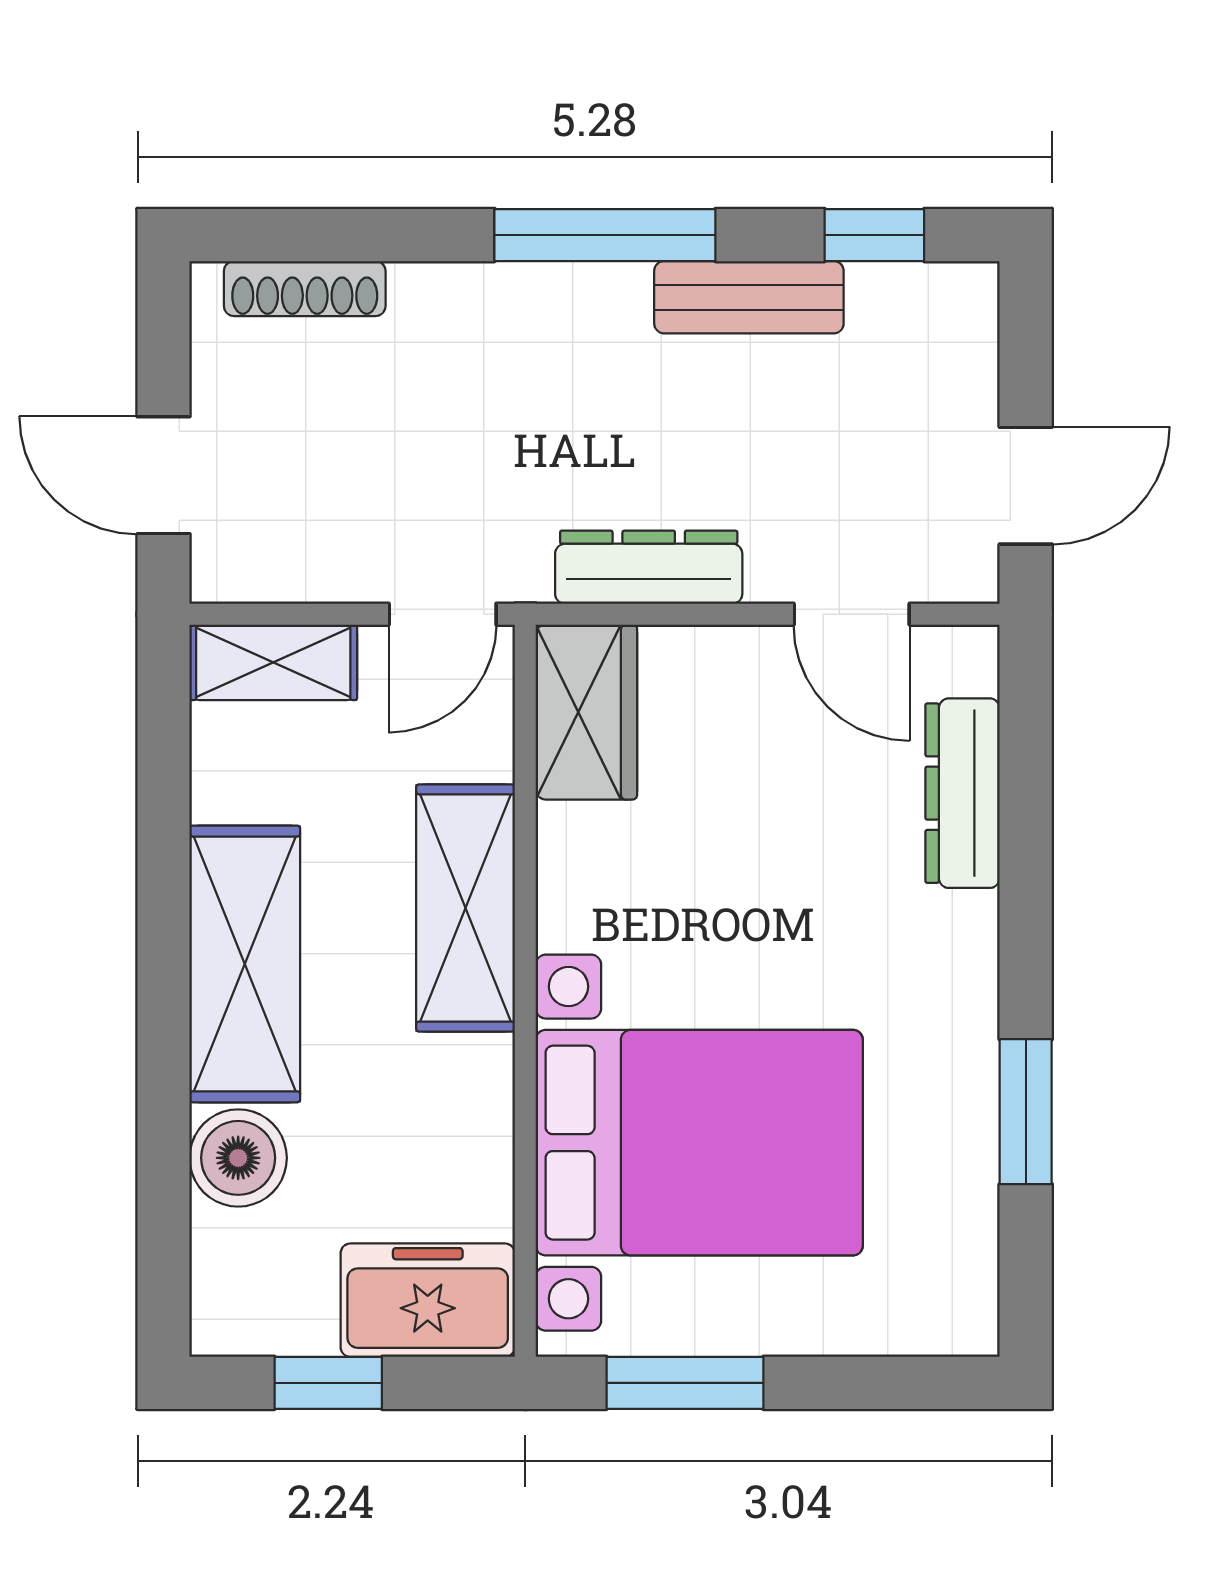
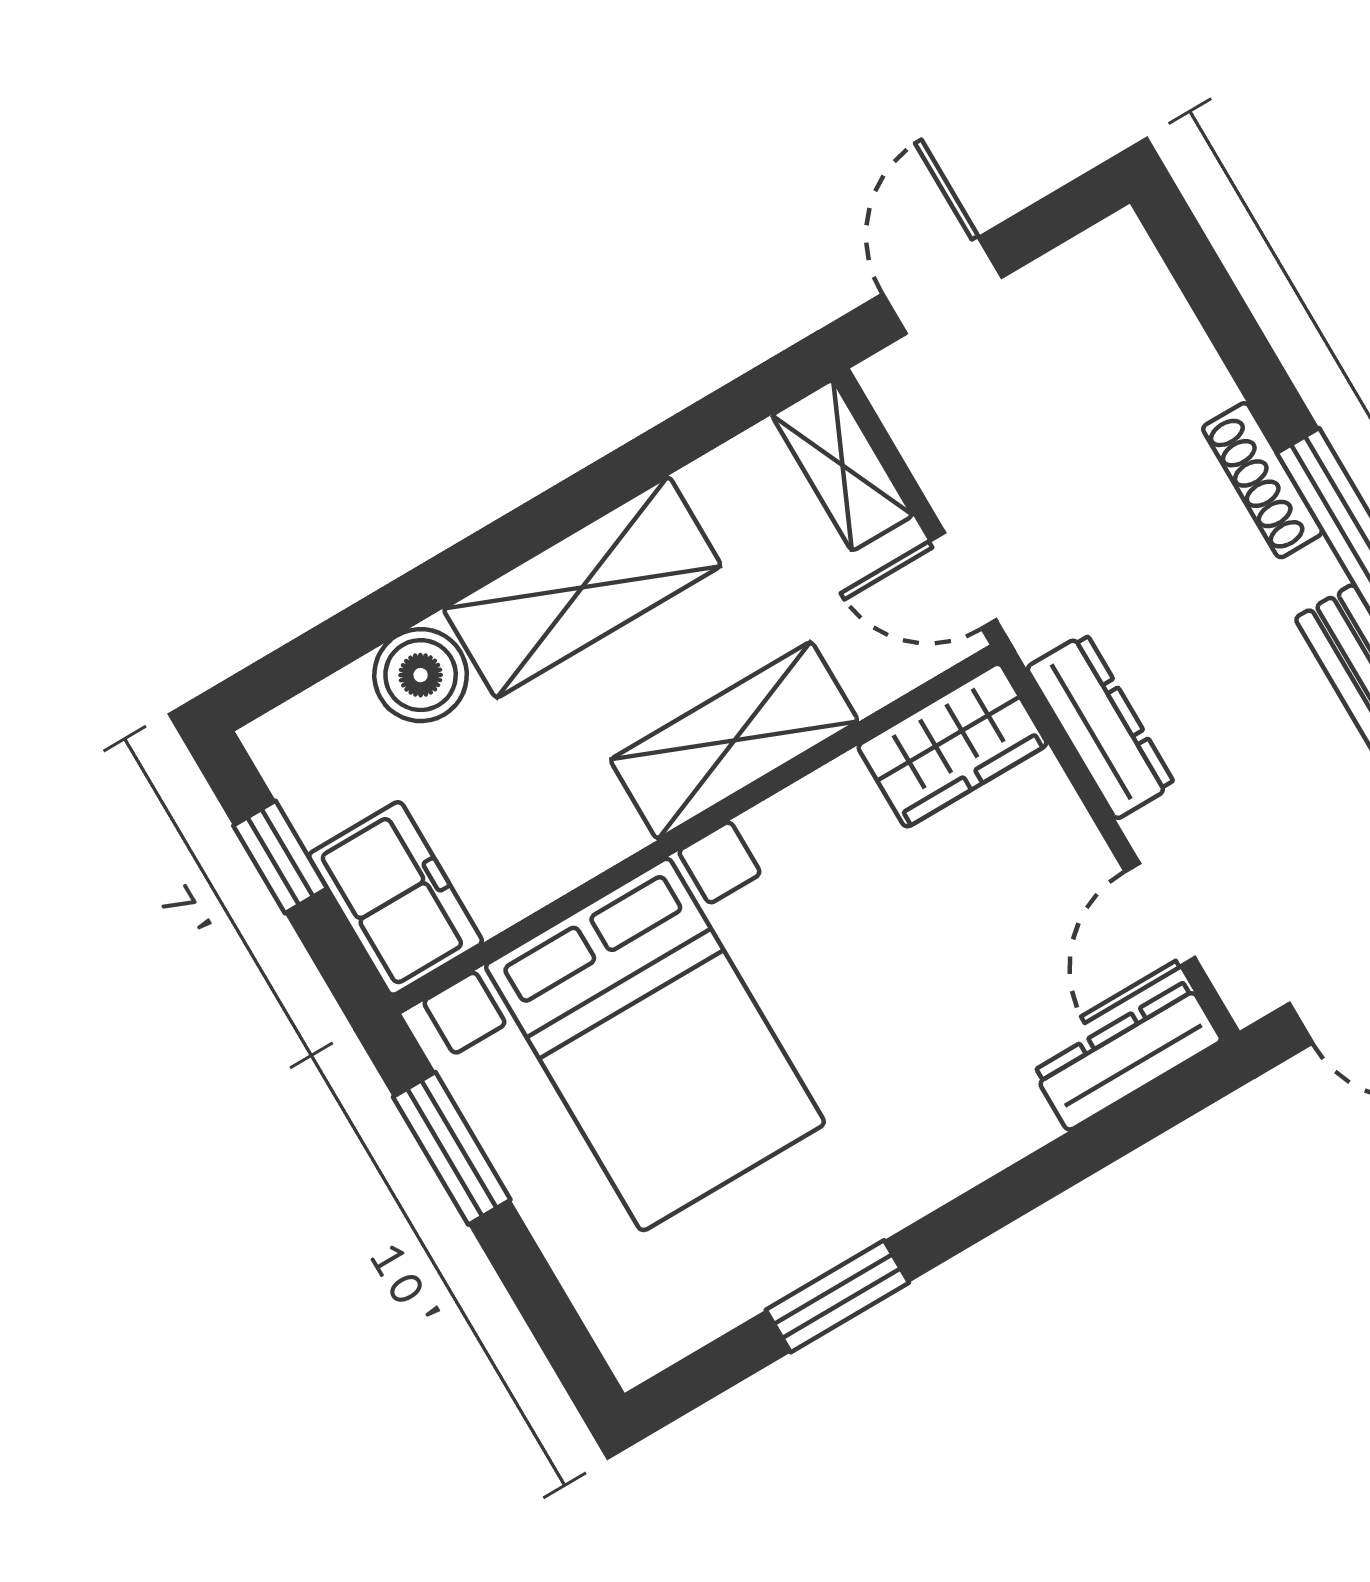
shoe rack: (305, 289) -> (1263, 480), moved
dresser: (963, 793) -> (1127, 1056), moved

